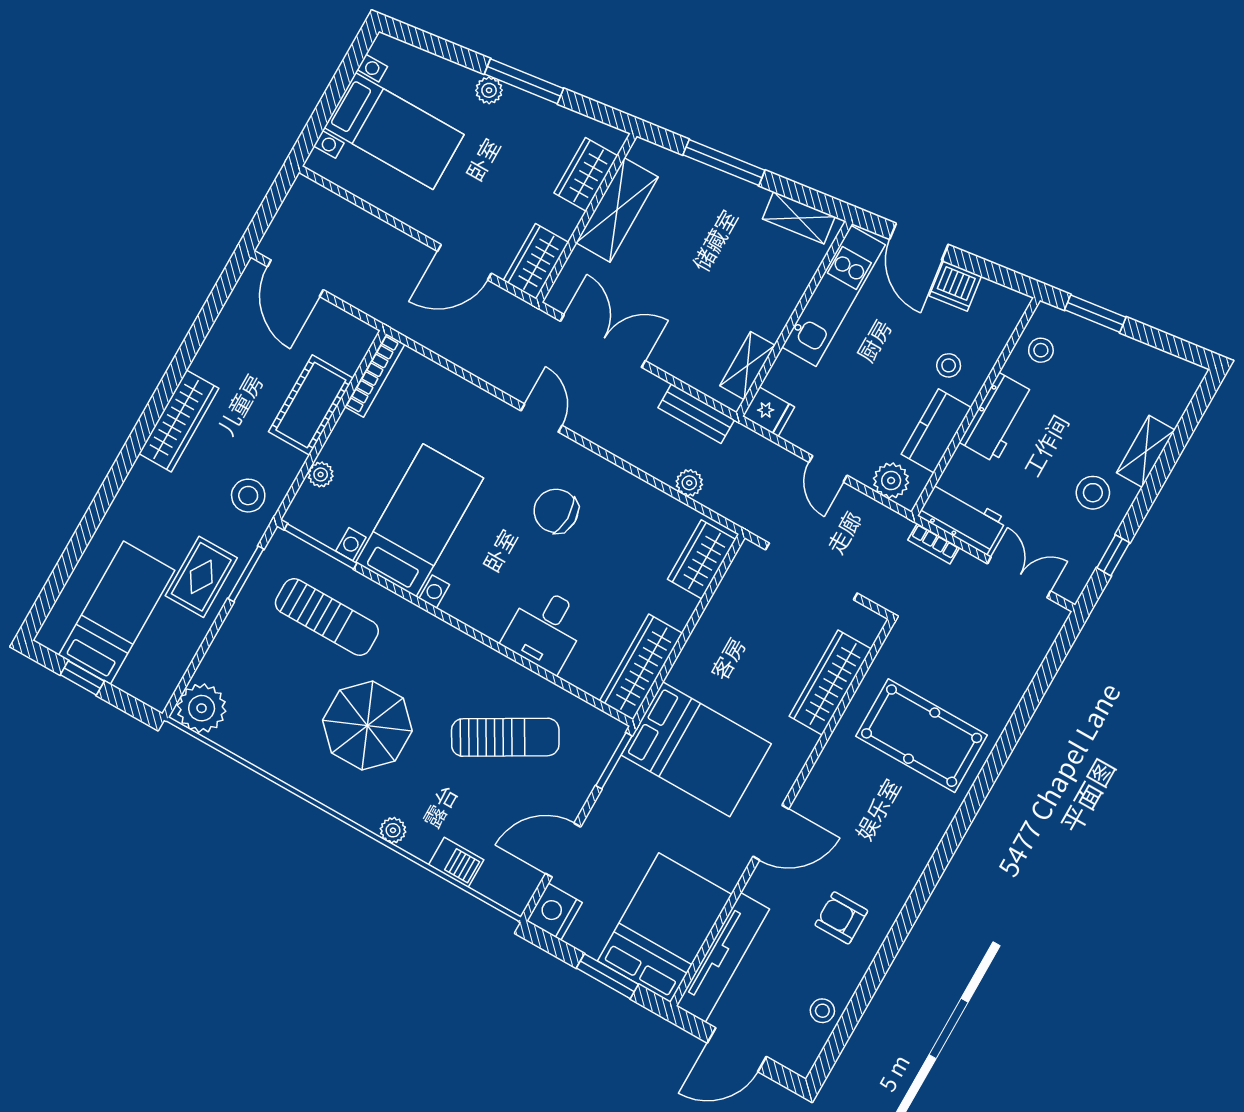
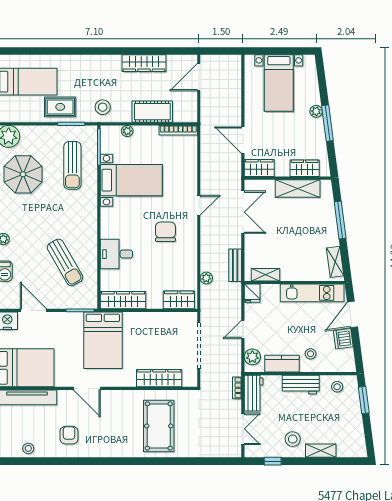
wardrobe: (179, 421) -> (144, 63), moved
parasol: (367, 726) -> (23, 174), moved

